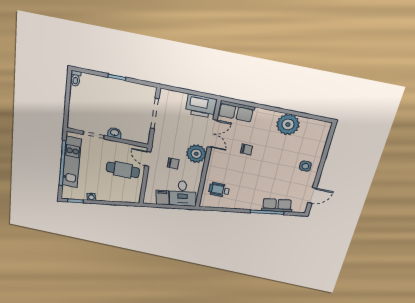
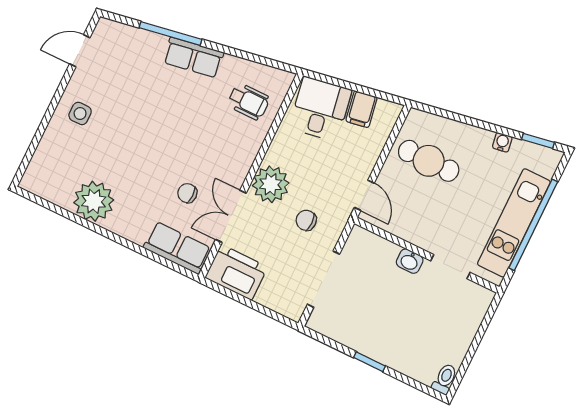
chair: (247, 149) -> (187, 193), moved
chair: (173, 163) -> (306, 220), moved
cafe table: (123, 170) -> (429, 161), moved
row of seats: (277, 205) -> (193, 57), moved

